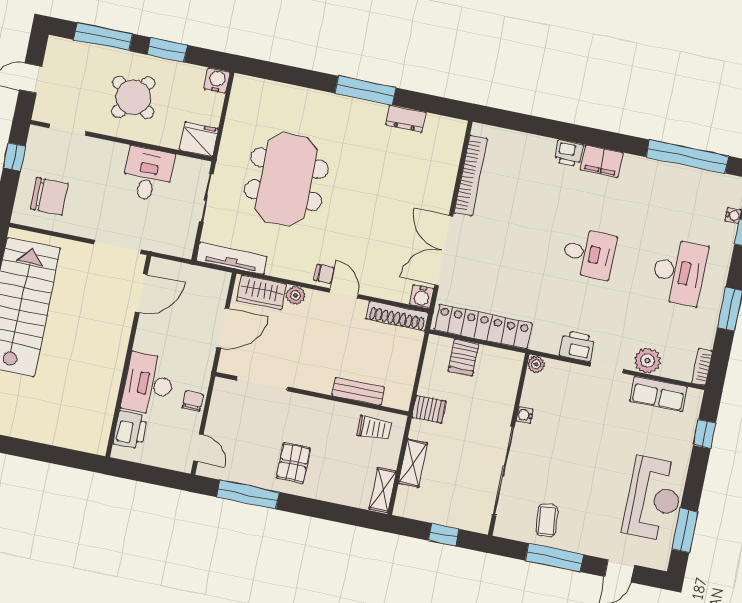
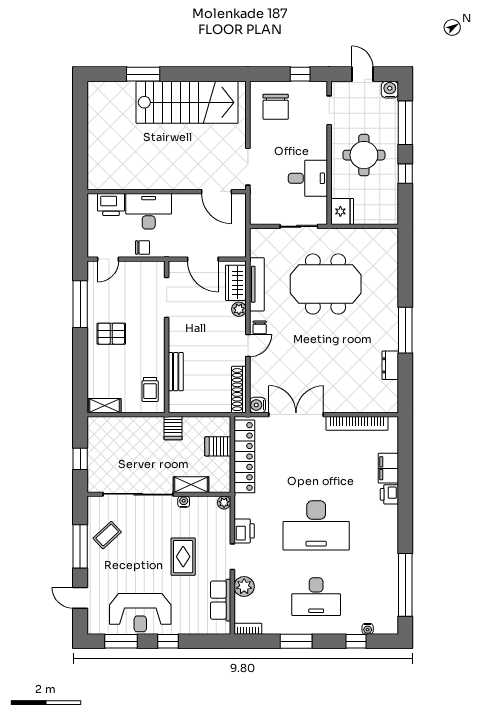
window: (167, 50) -> (405, 174), width x0.67
water cooler: (217, 80) -> (390, 90), moved, turned -90
round table: (133, 97) -> (364, 155), turned -35
filing cabinet: (602, 161) -> (388, 468), moved
desk: (589, 254) -> (316, 525), width x1.87, depth x1.30
tv unit: (231, 258) -> (257, 284), moved
rug: (594, 430) -> (183, 557), added
window: (704, 434) -> (168, 641), moved
shelving: (413, 463) -> (191, 485), moved
coffee table: (547, 520) -> (107, 535), turned -37

